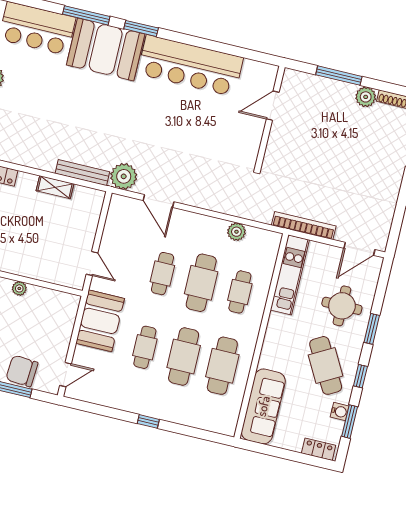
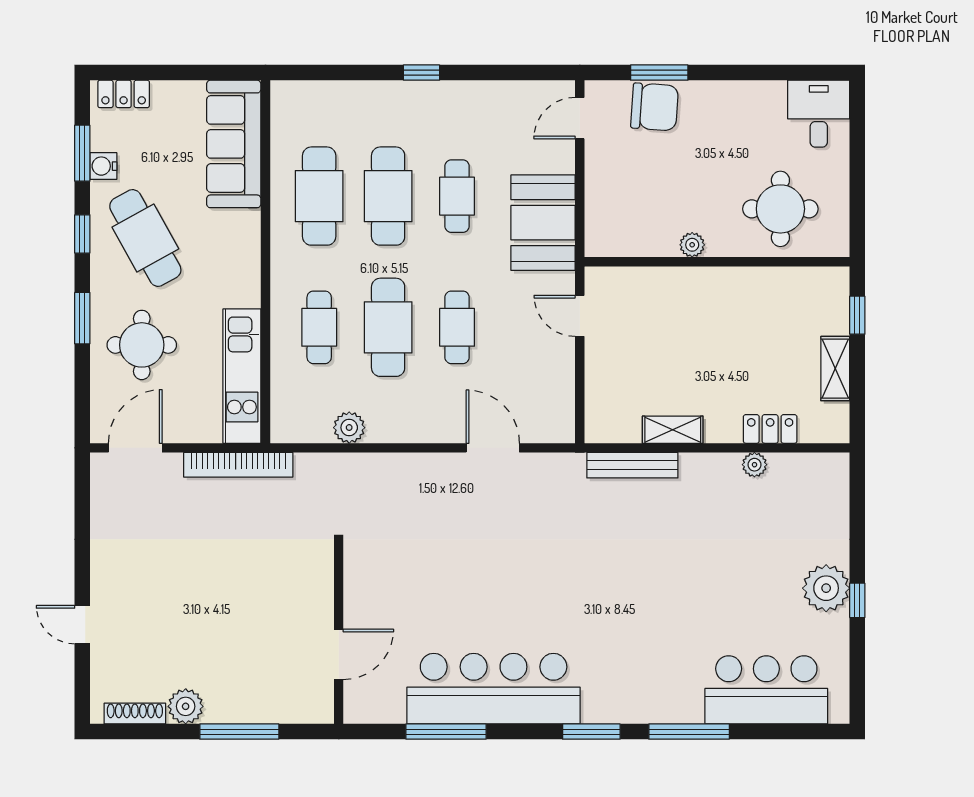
window: (223, 48) -> (446, 732), added
booth: (106, 49) -> (643, 682), removed
plant: (124, 176) -> (754, 465), moved, width x0.53, depth x0.53

